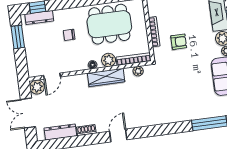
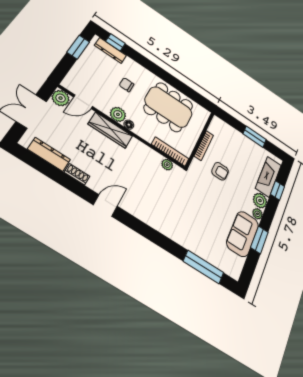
plant: (109, 60) -> (118, 114), moved
wardrobe: (106, 77) -> (110, 130), moved

